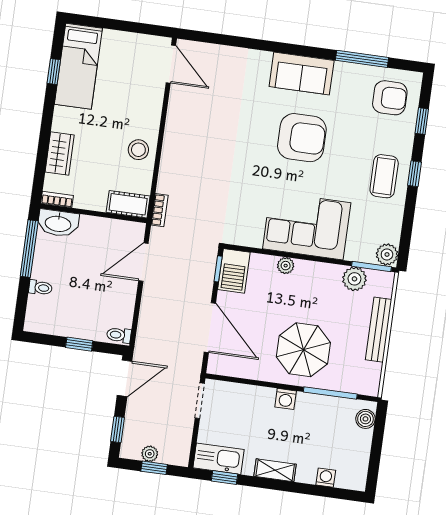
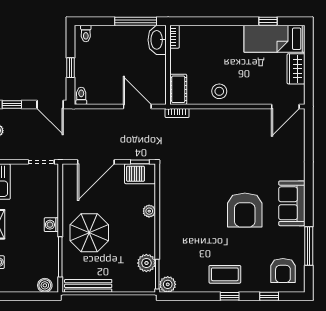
wardrobe: (60, 154) -> (296, 69), moved, turned 90
corner sofa: (307, 226) -> (181, 223), removed
toilet: (40, 288) -> (86, 33), moved
bench: (379, 330) -> (88, 286), moved

